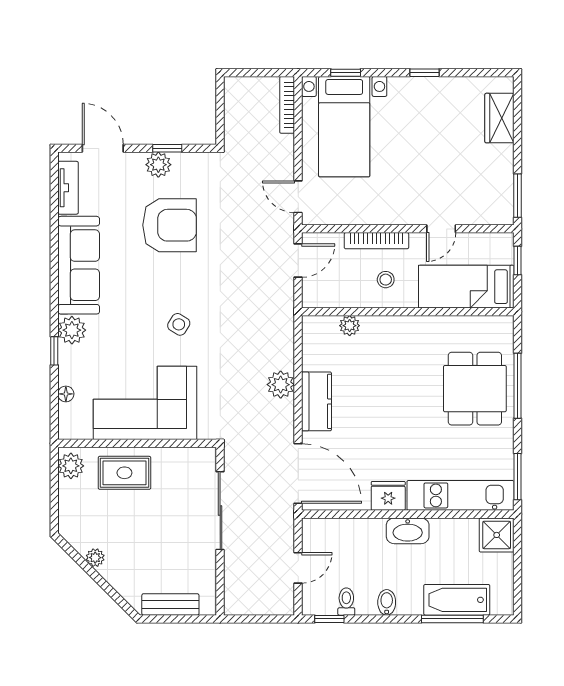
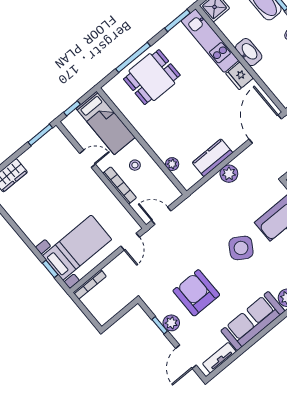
window: (424, 73) -> (18, 230), removed
side table: (179, 324) -> (241, 248), width x1.87, depth x1.87
kitchen counter: (316, 401) -> (212, 158), moved

